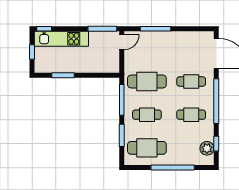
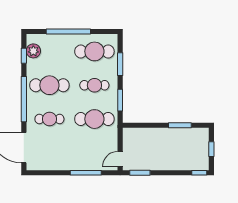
window: (102, 29) -> (140, 173), width x0.69
kitchen unit: (61, 39) -> (182, 163), removed
window: (122, 100) -> (120, 100), width x0.69
cafe table: (191, 115) -> (49, 85), width x1.37, depth x1.35

